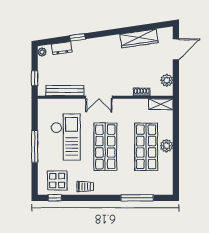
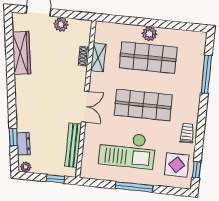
window: (77, 37) -> (13, 137), moved
plant: (167, 80) -> (61, 24), moved
shelving: (161, 104) -> (98, 57), moved
checkout: (66, 137) -> (127, 150), turned 180

